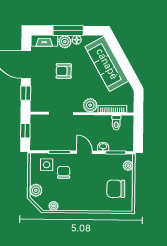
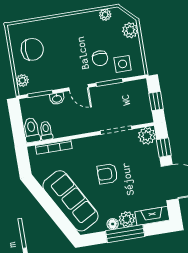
armchair: (64, 71) -> (107, 174), moved, turned 180
plant: (90, 105) -> (147, 136), moved
toilet: (128, 125) -> (32, 130), added

